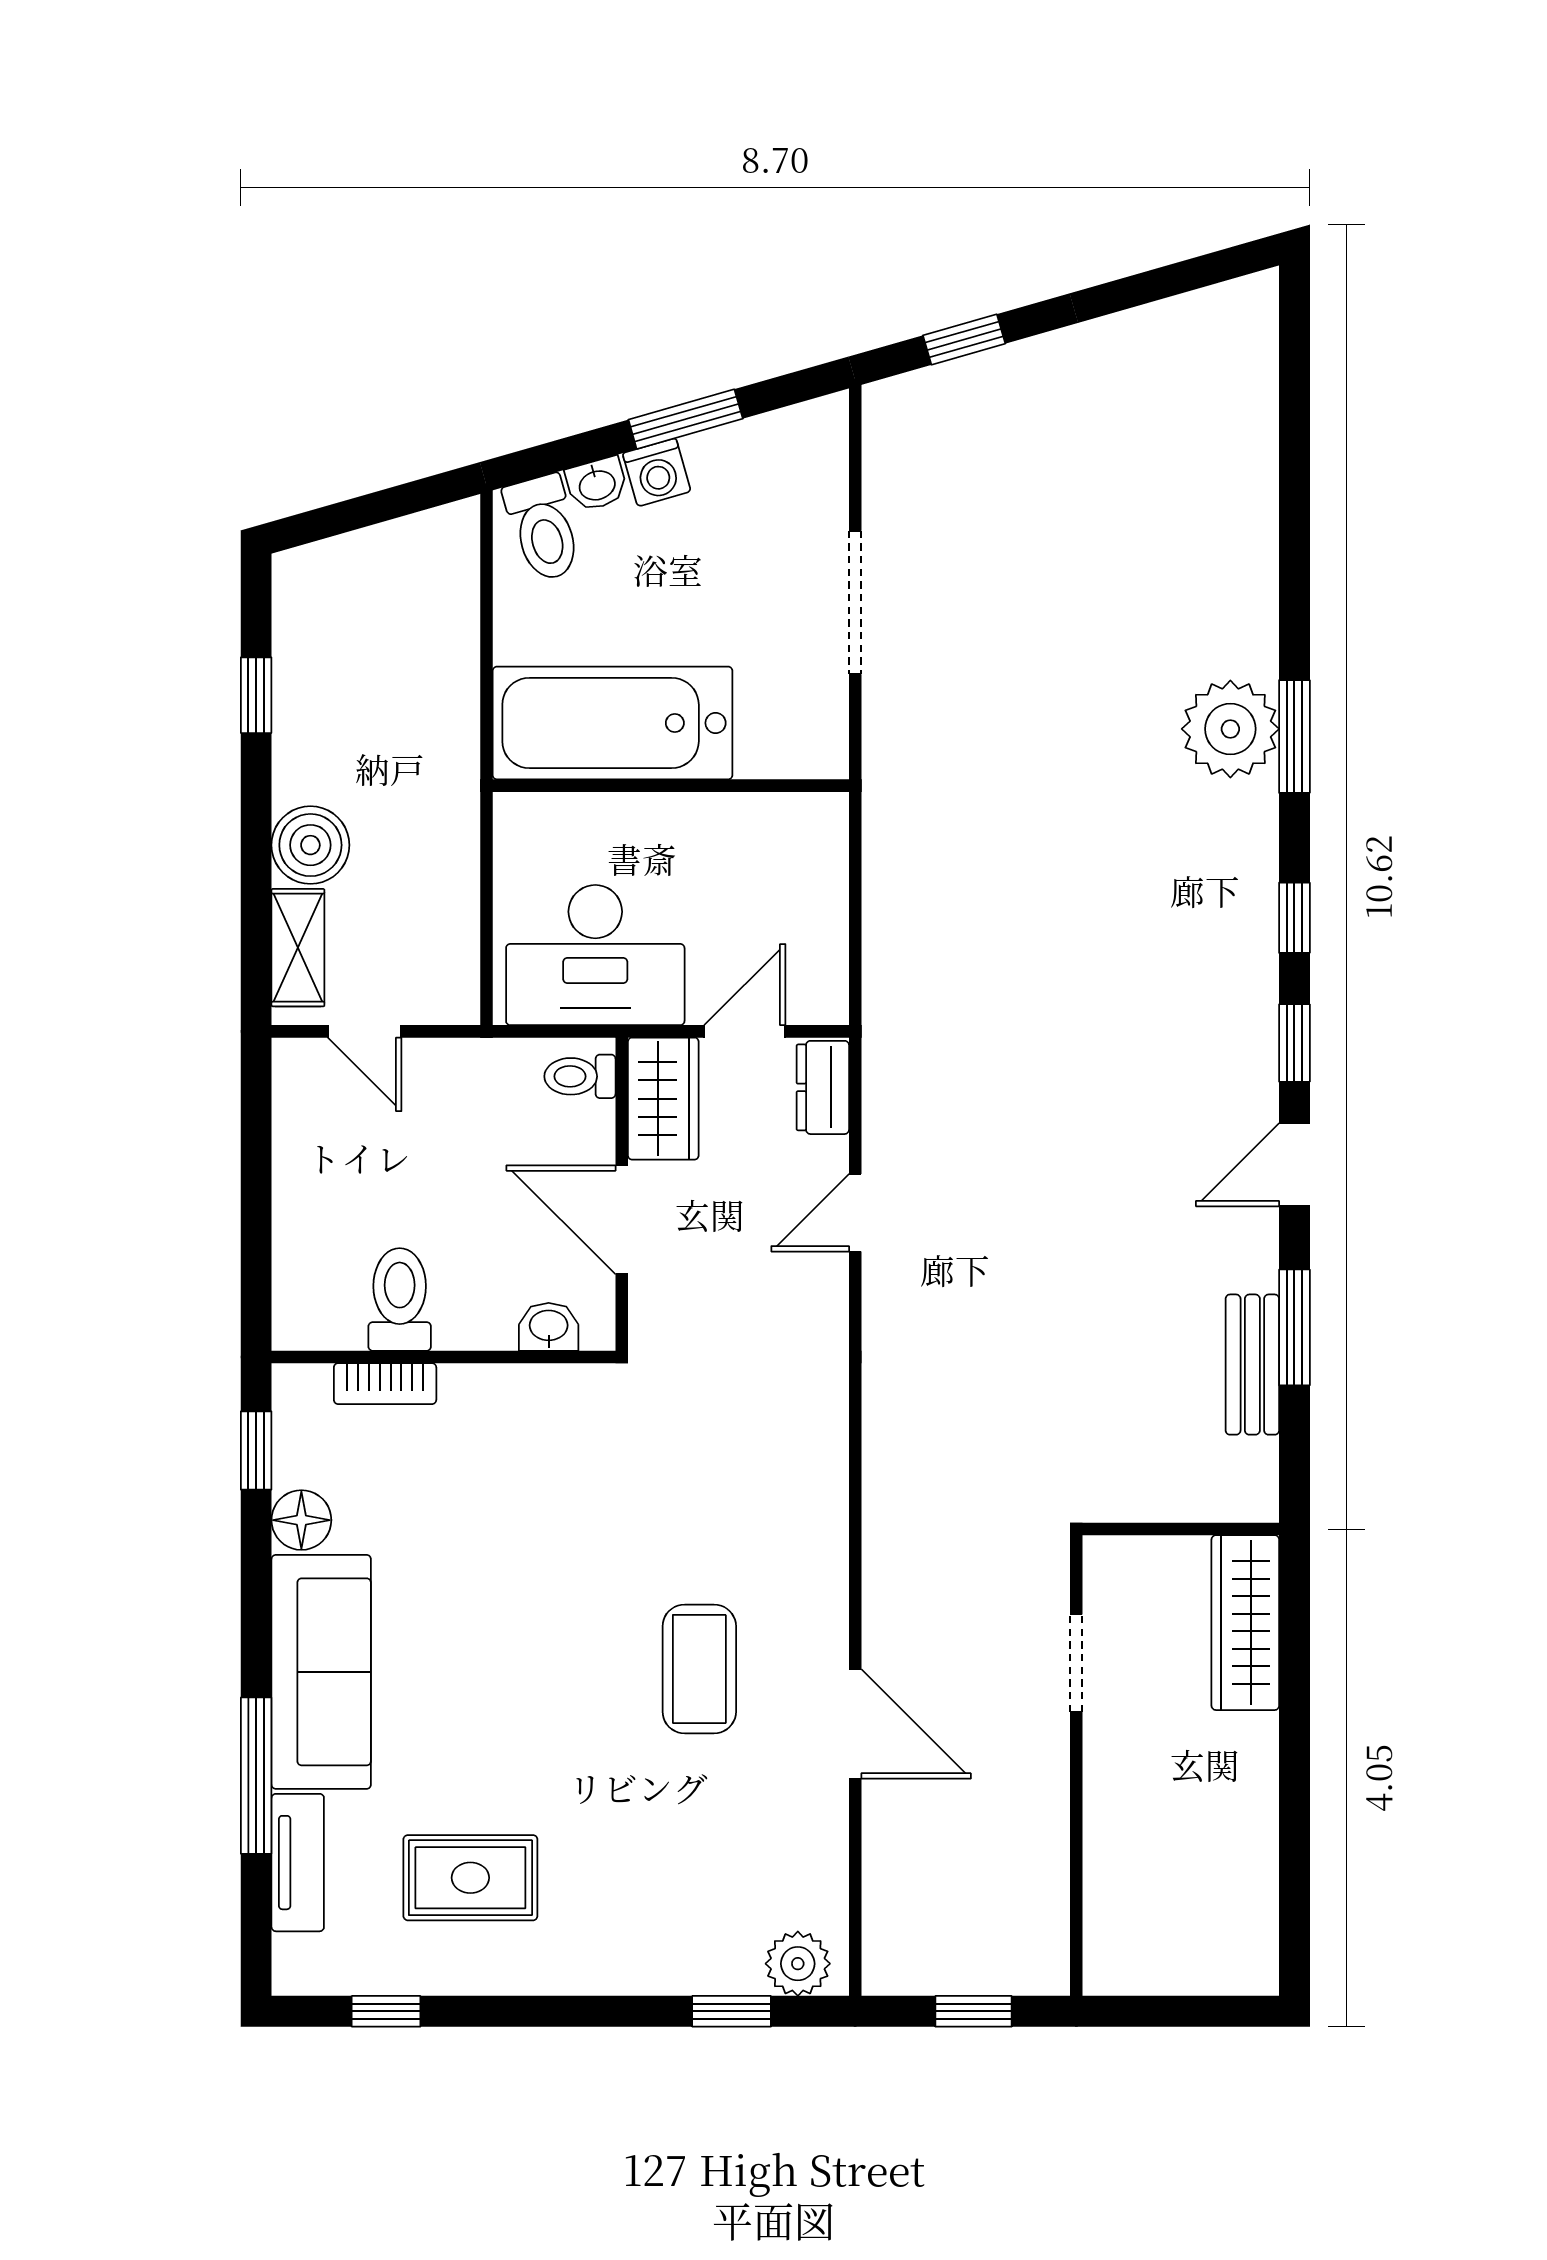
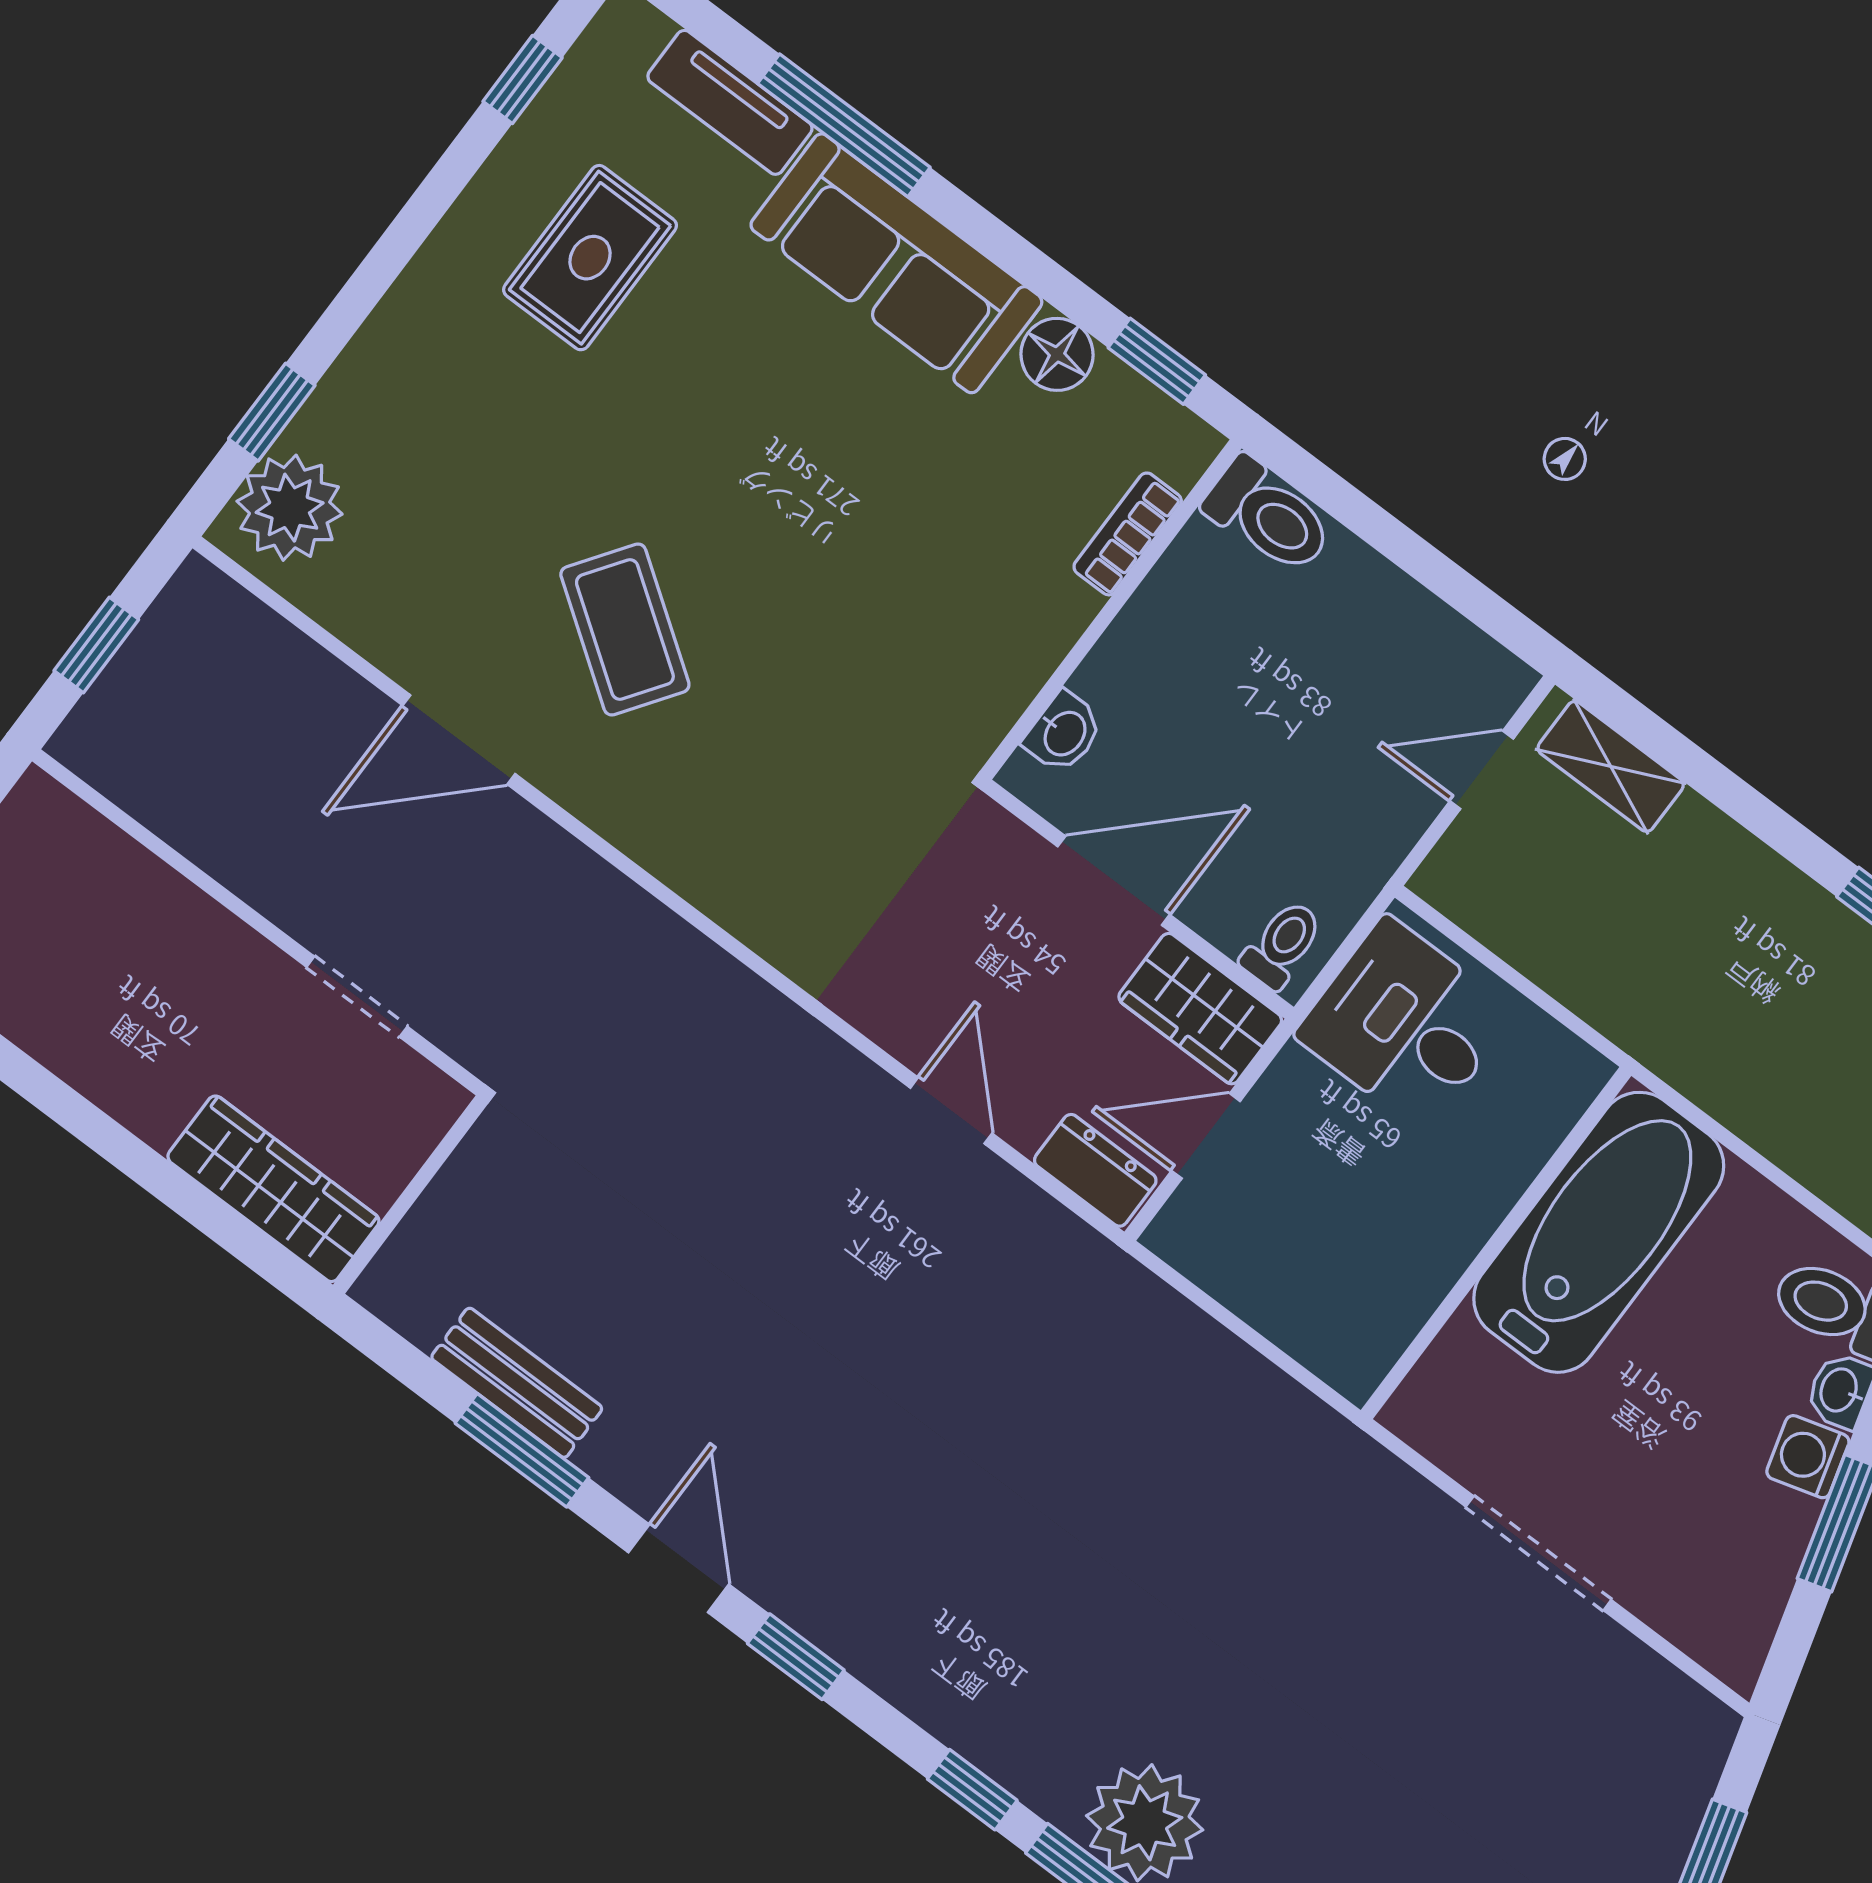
boiler: (310, 845) -> (1700, 853), removed
window: (1294, 918) -> (972, 1790), moved
desk: (595, 955) -> (1405, 1024), width x0.73
door: (745, 1031) -> (1206, 1136), swing flipped
toilet: (400, 1299) -> (1268, 516), moved
coffee table: (699, 1669) -> (625, 630), turned 35
plant: (798, 1964) -> (290, 508), width x1.36, depth x1.36

